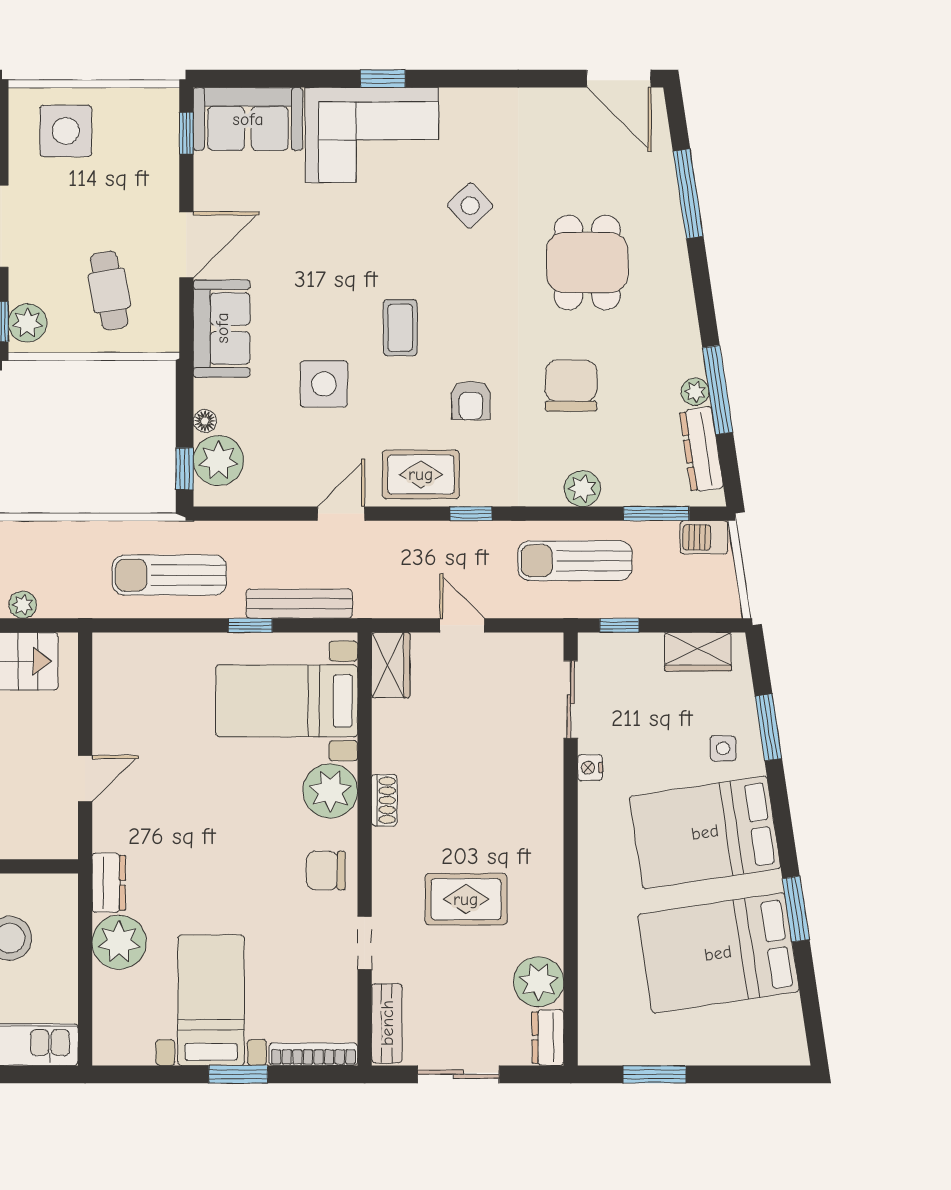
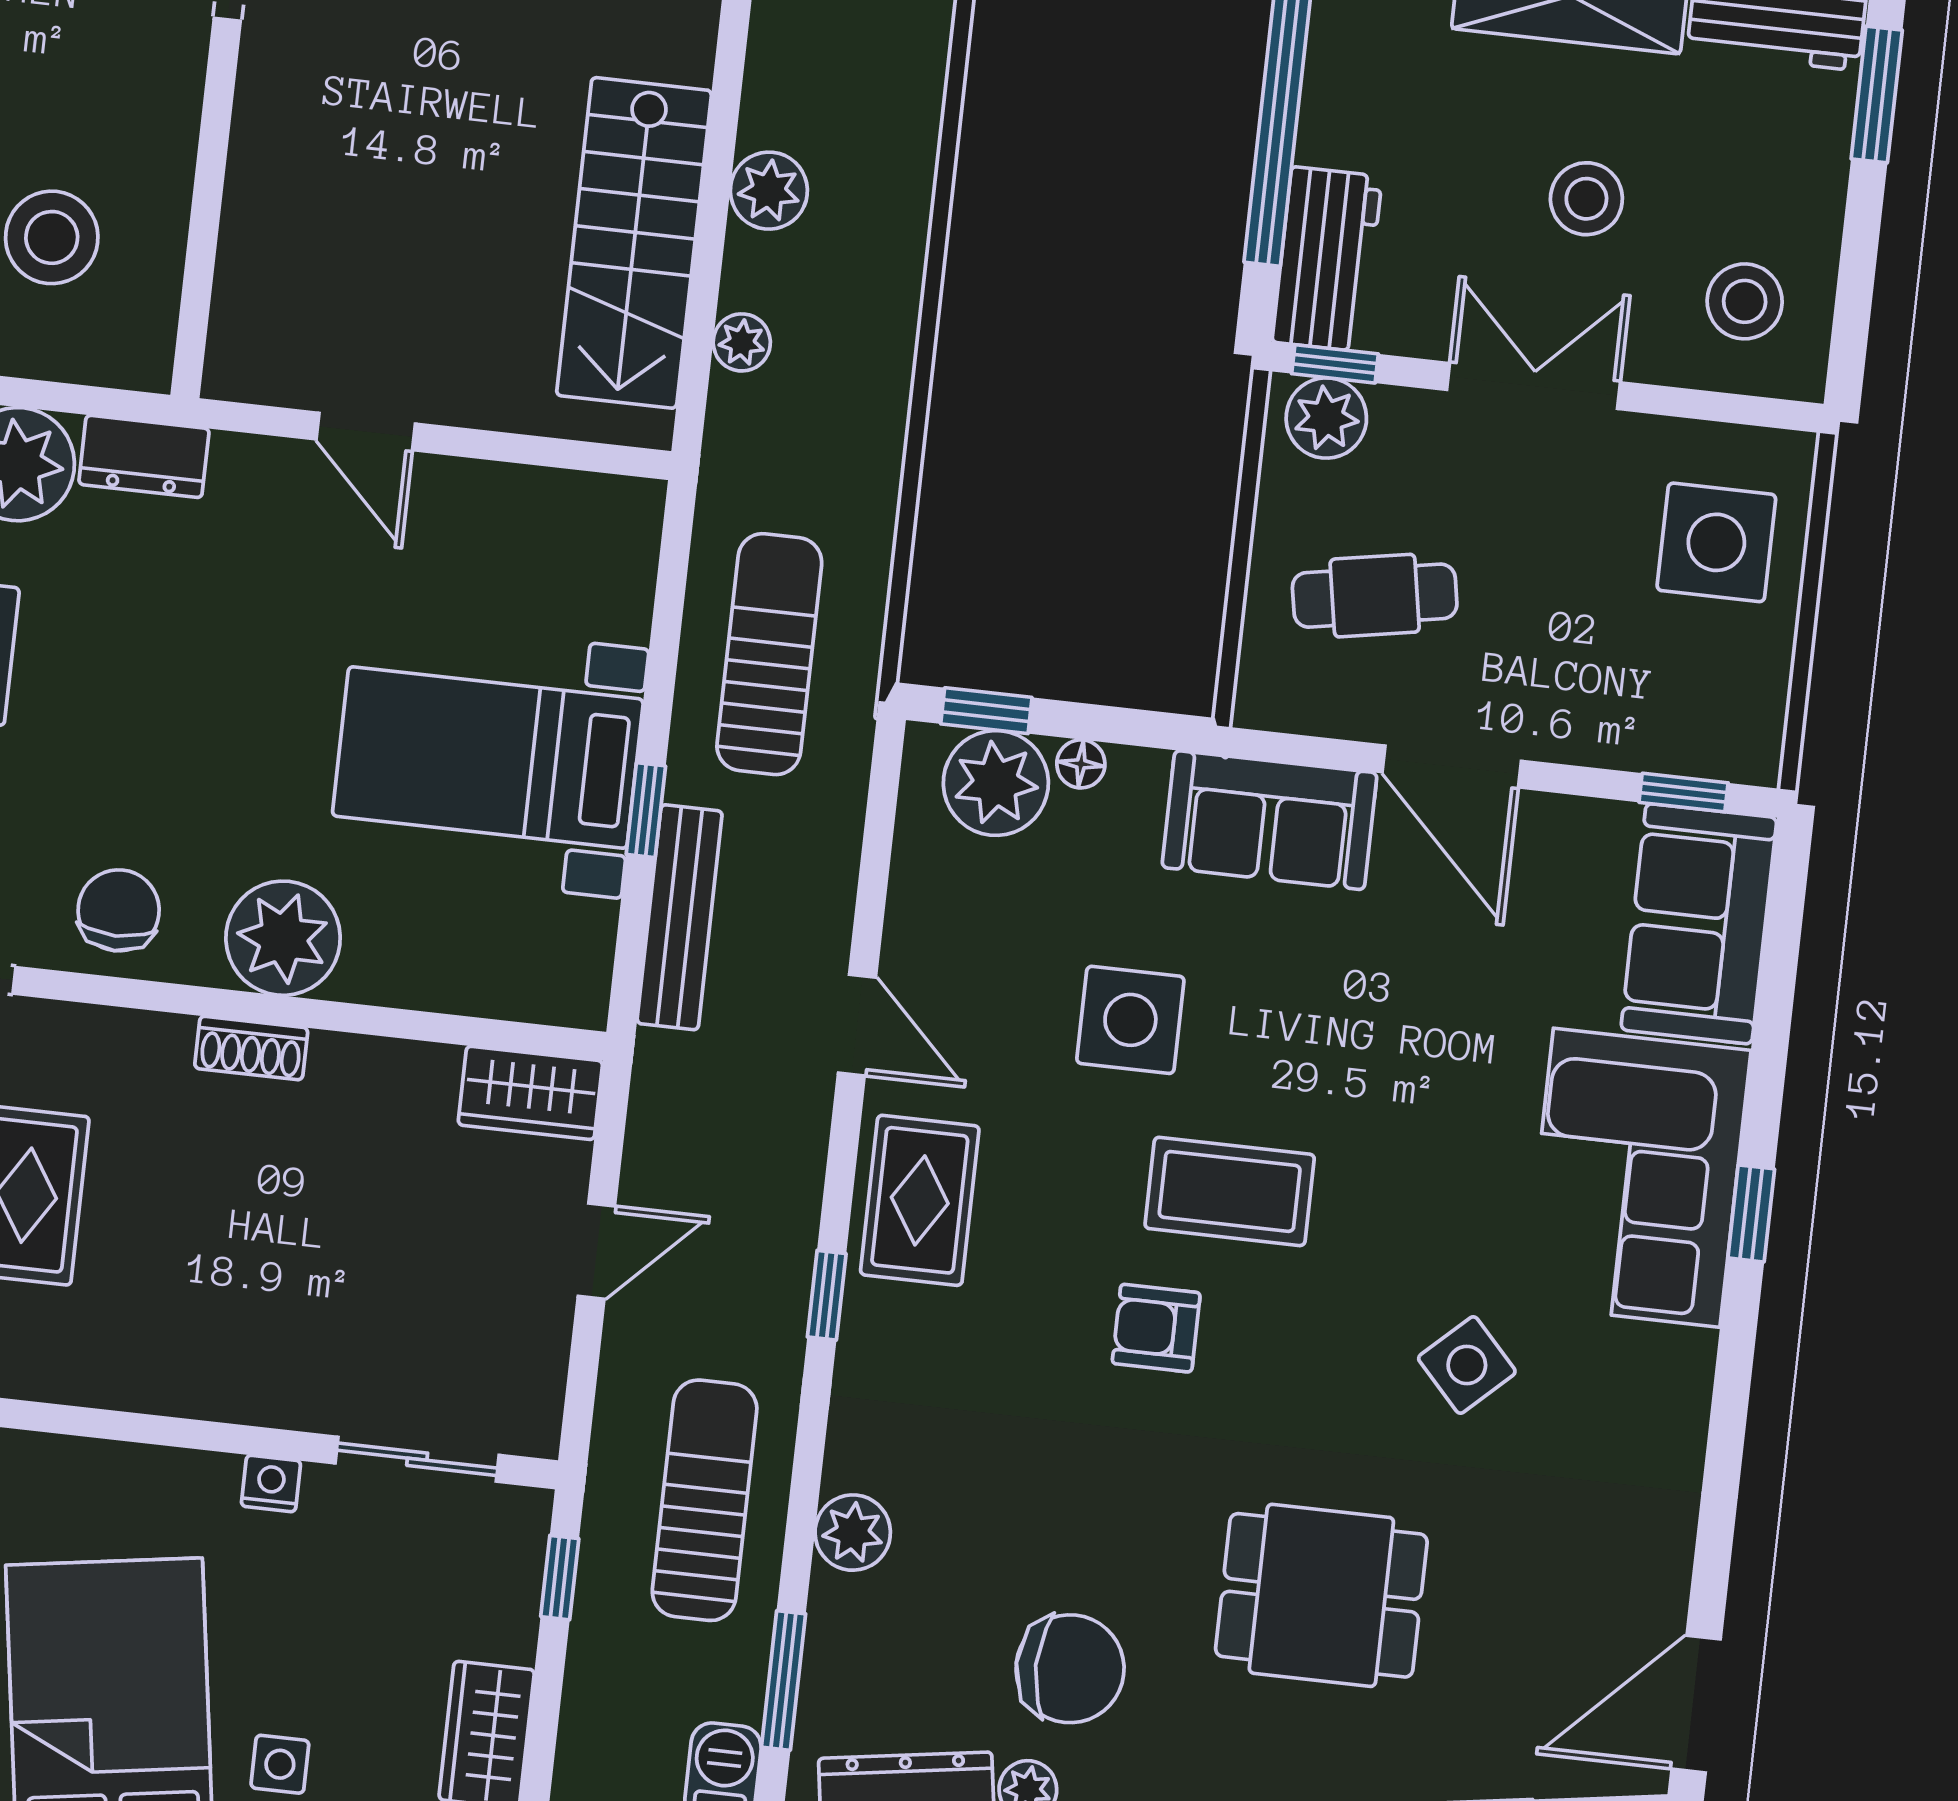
coffee table: (400, 328) -> (1230, 1191), width x1.36, depth x1.30
chair: (571, 386) -> (1070, 1669), moved
armchair: (471, 400) -> (1156, 1328), moved
bed with nightstands: (287, 701) -> (488, 758), moved, turned -90

